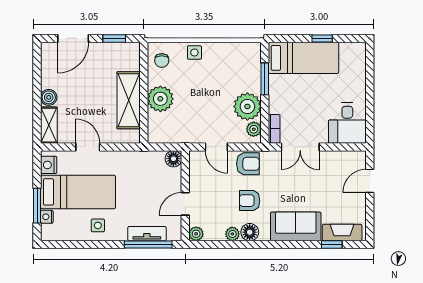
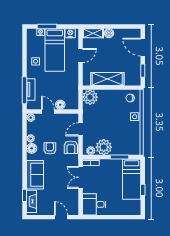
plant: (160, 99) -> (90, 97), moved
floor lamp: (173, 159) -> (60, 105), moved

